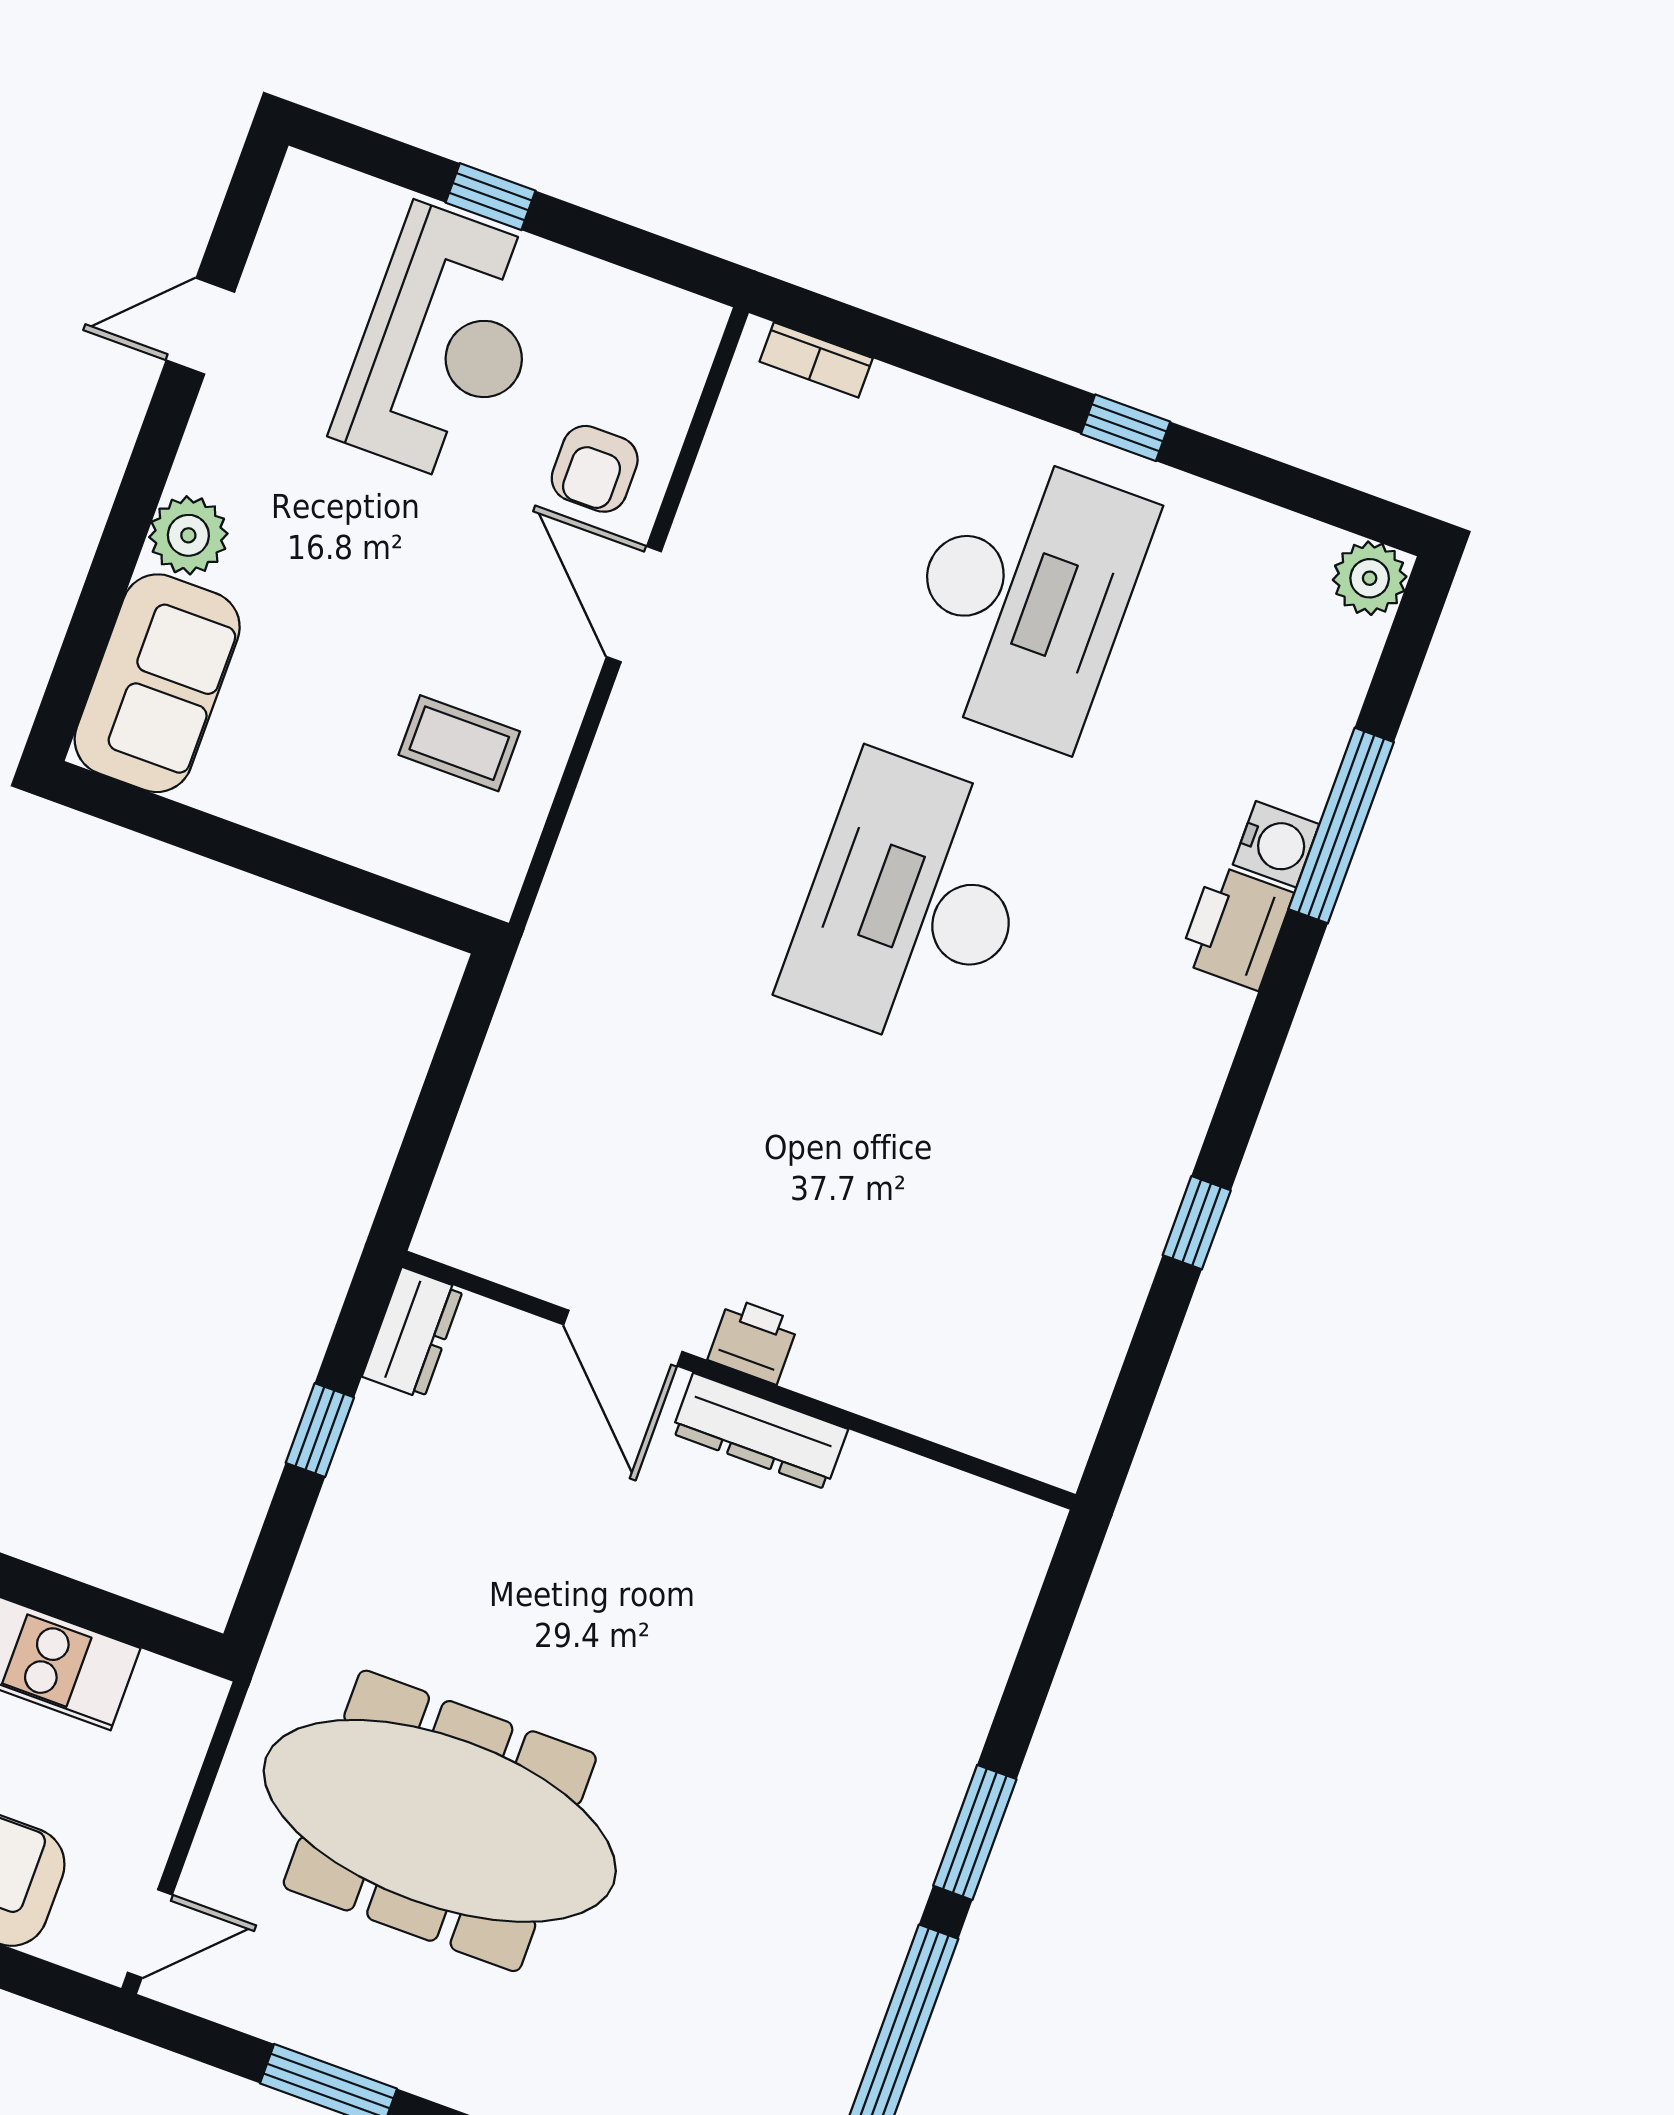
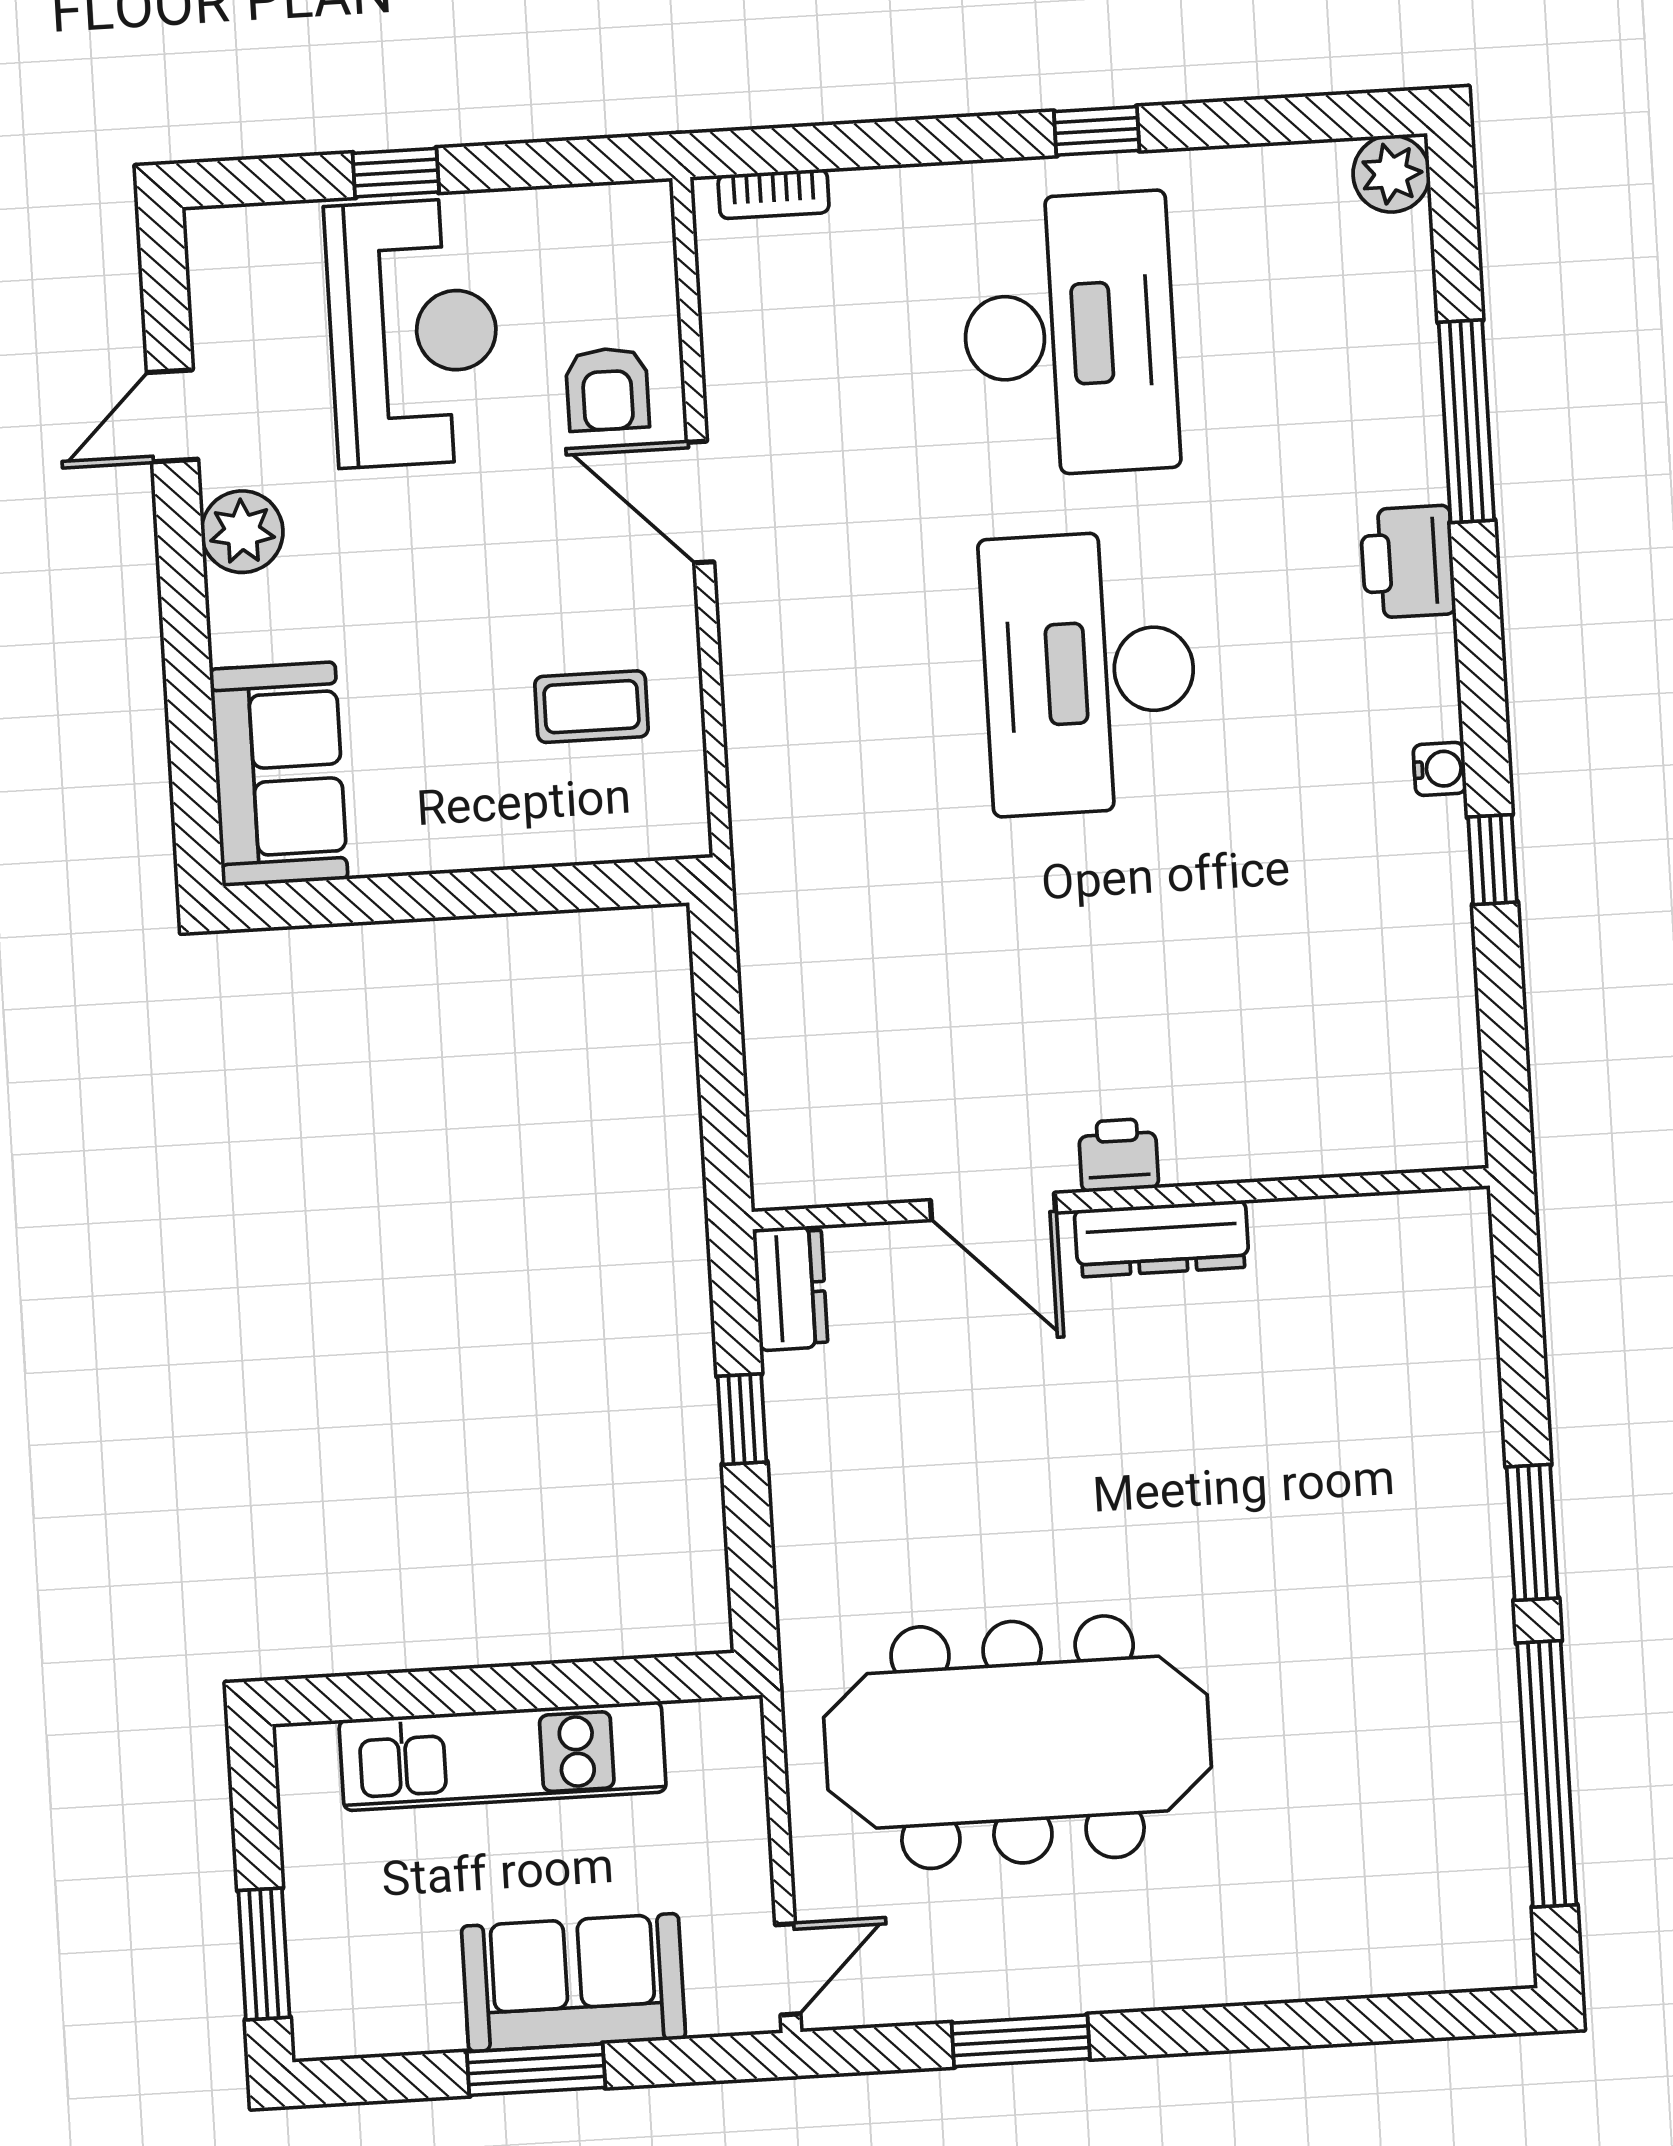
plant: (188, 535) -> (242, 532), moved
water cooler: (1276, 844) -> (1440, 769), moved, width x0.72, depth x0.72

